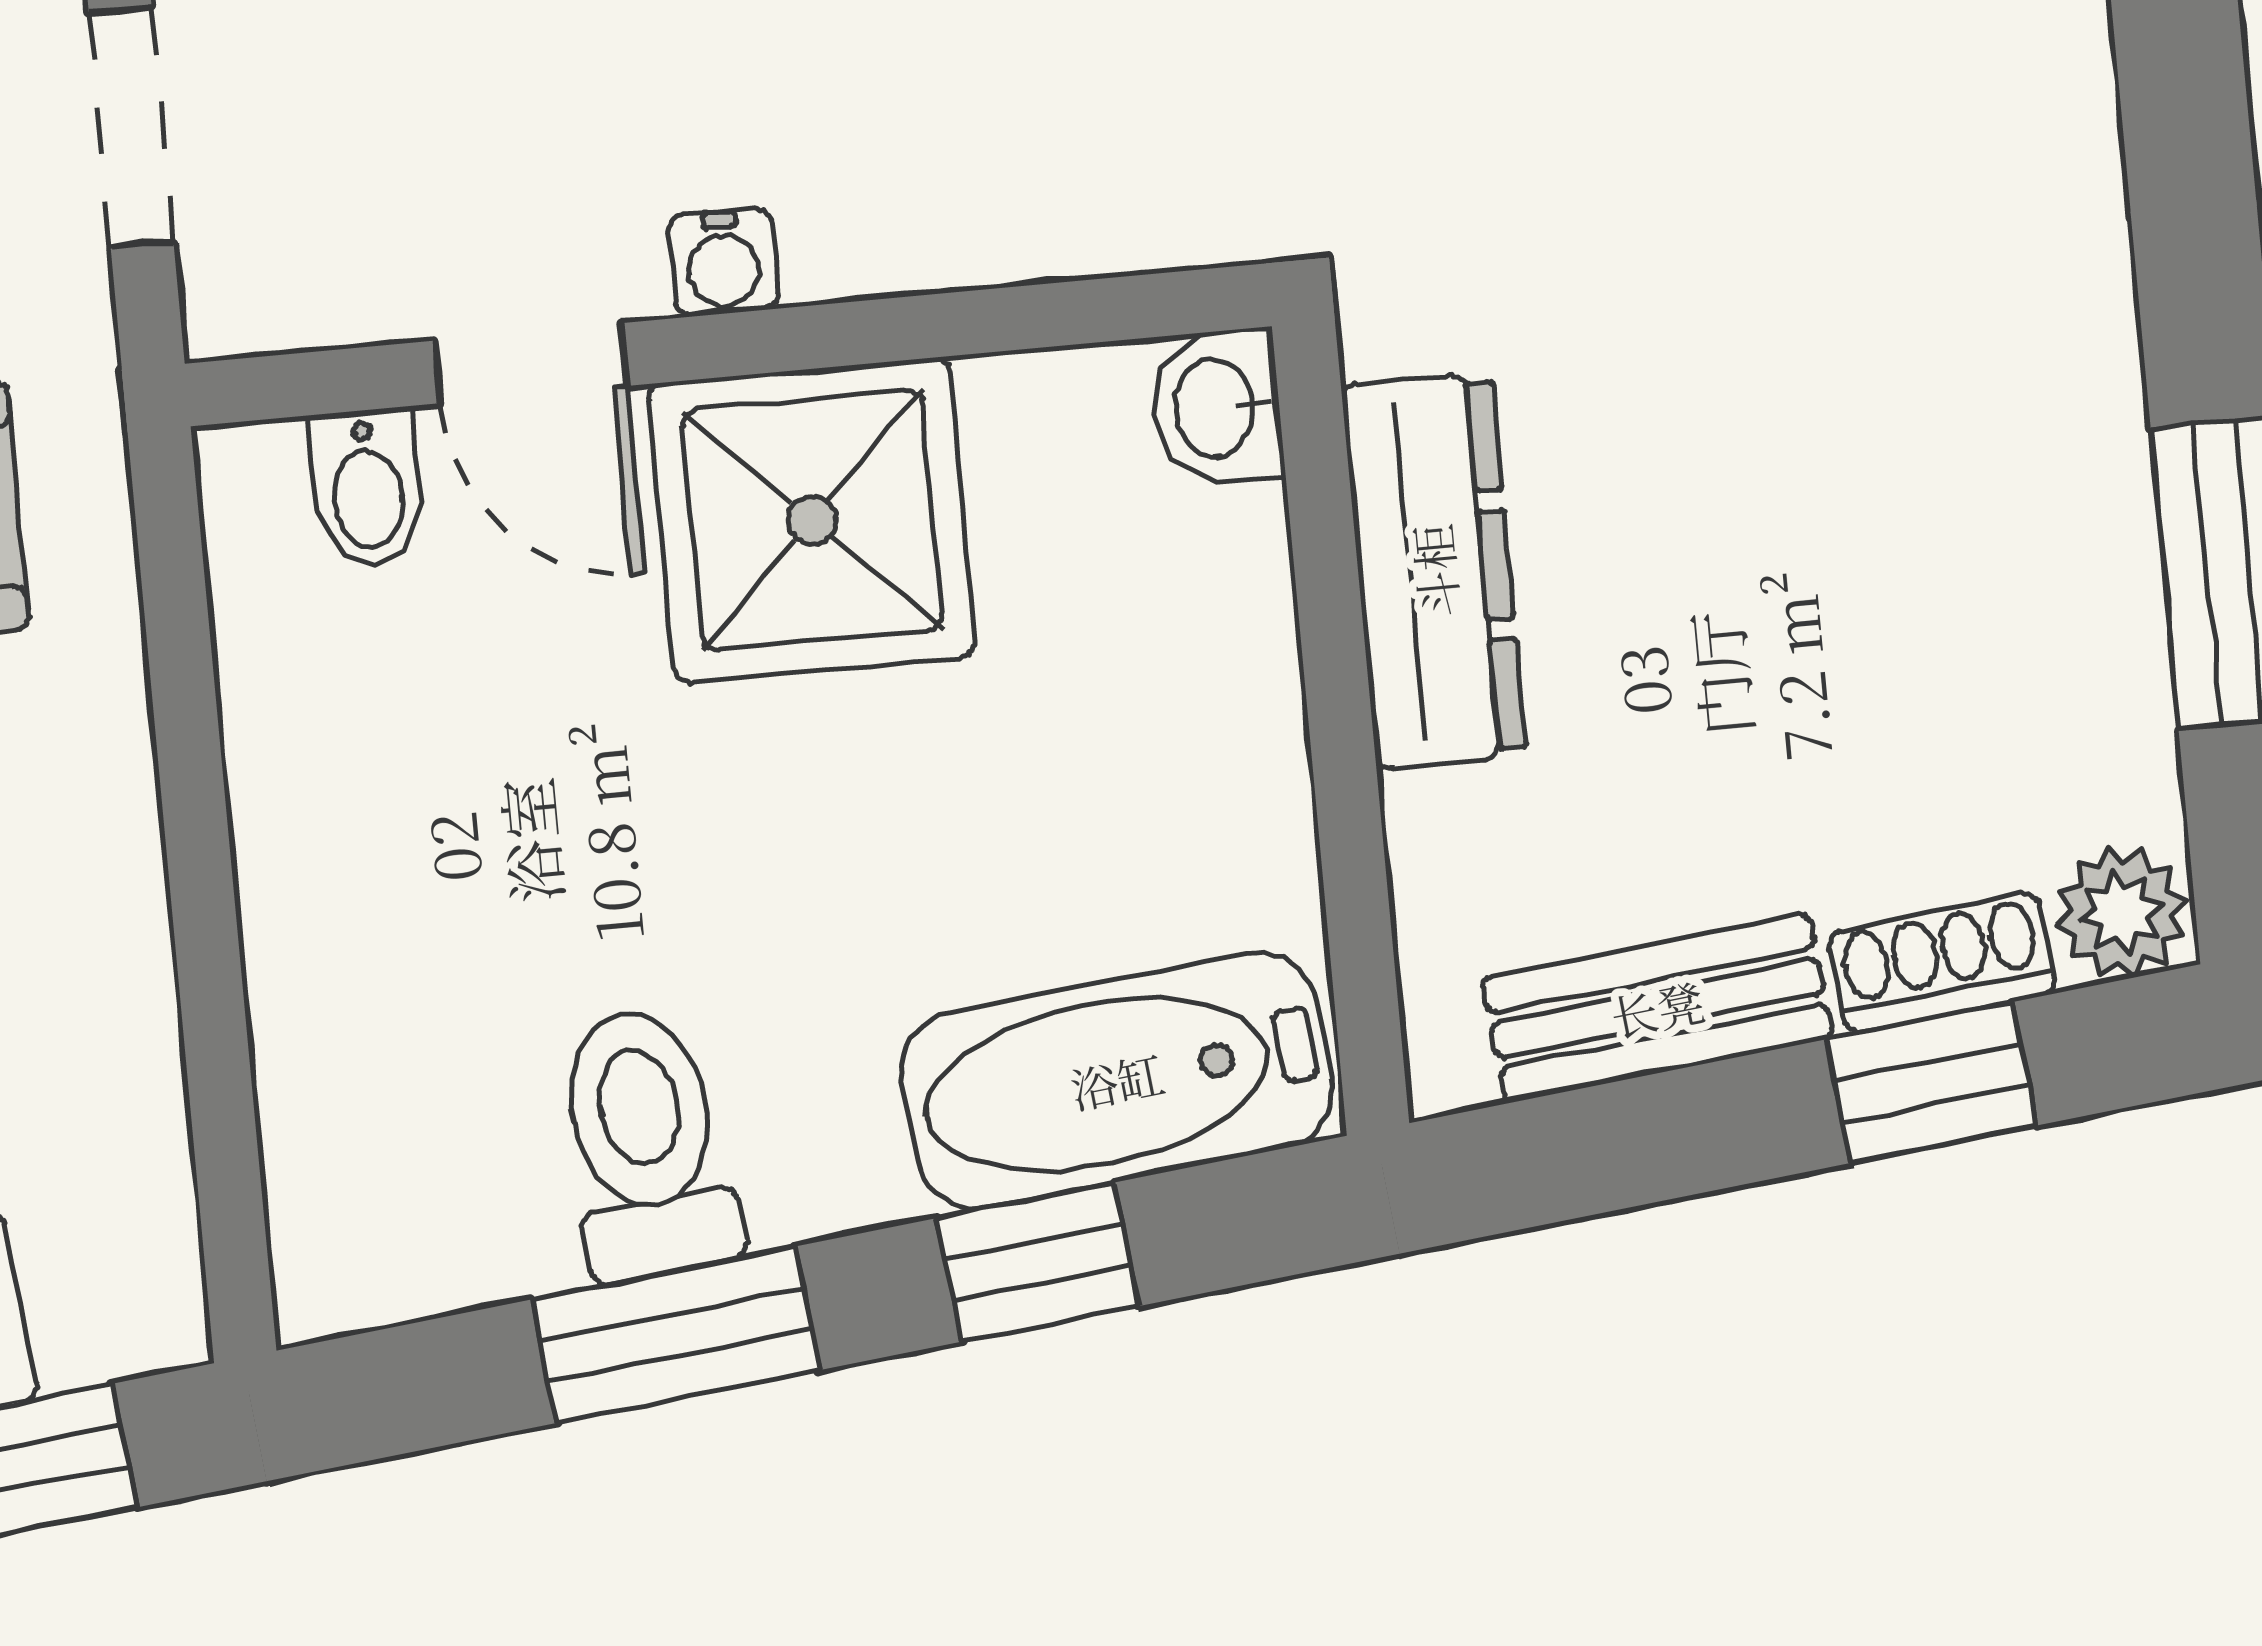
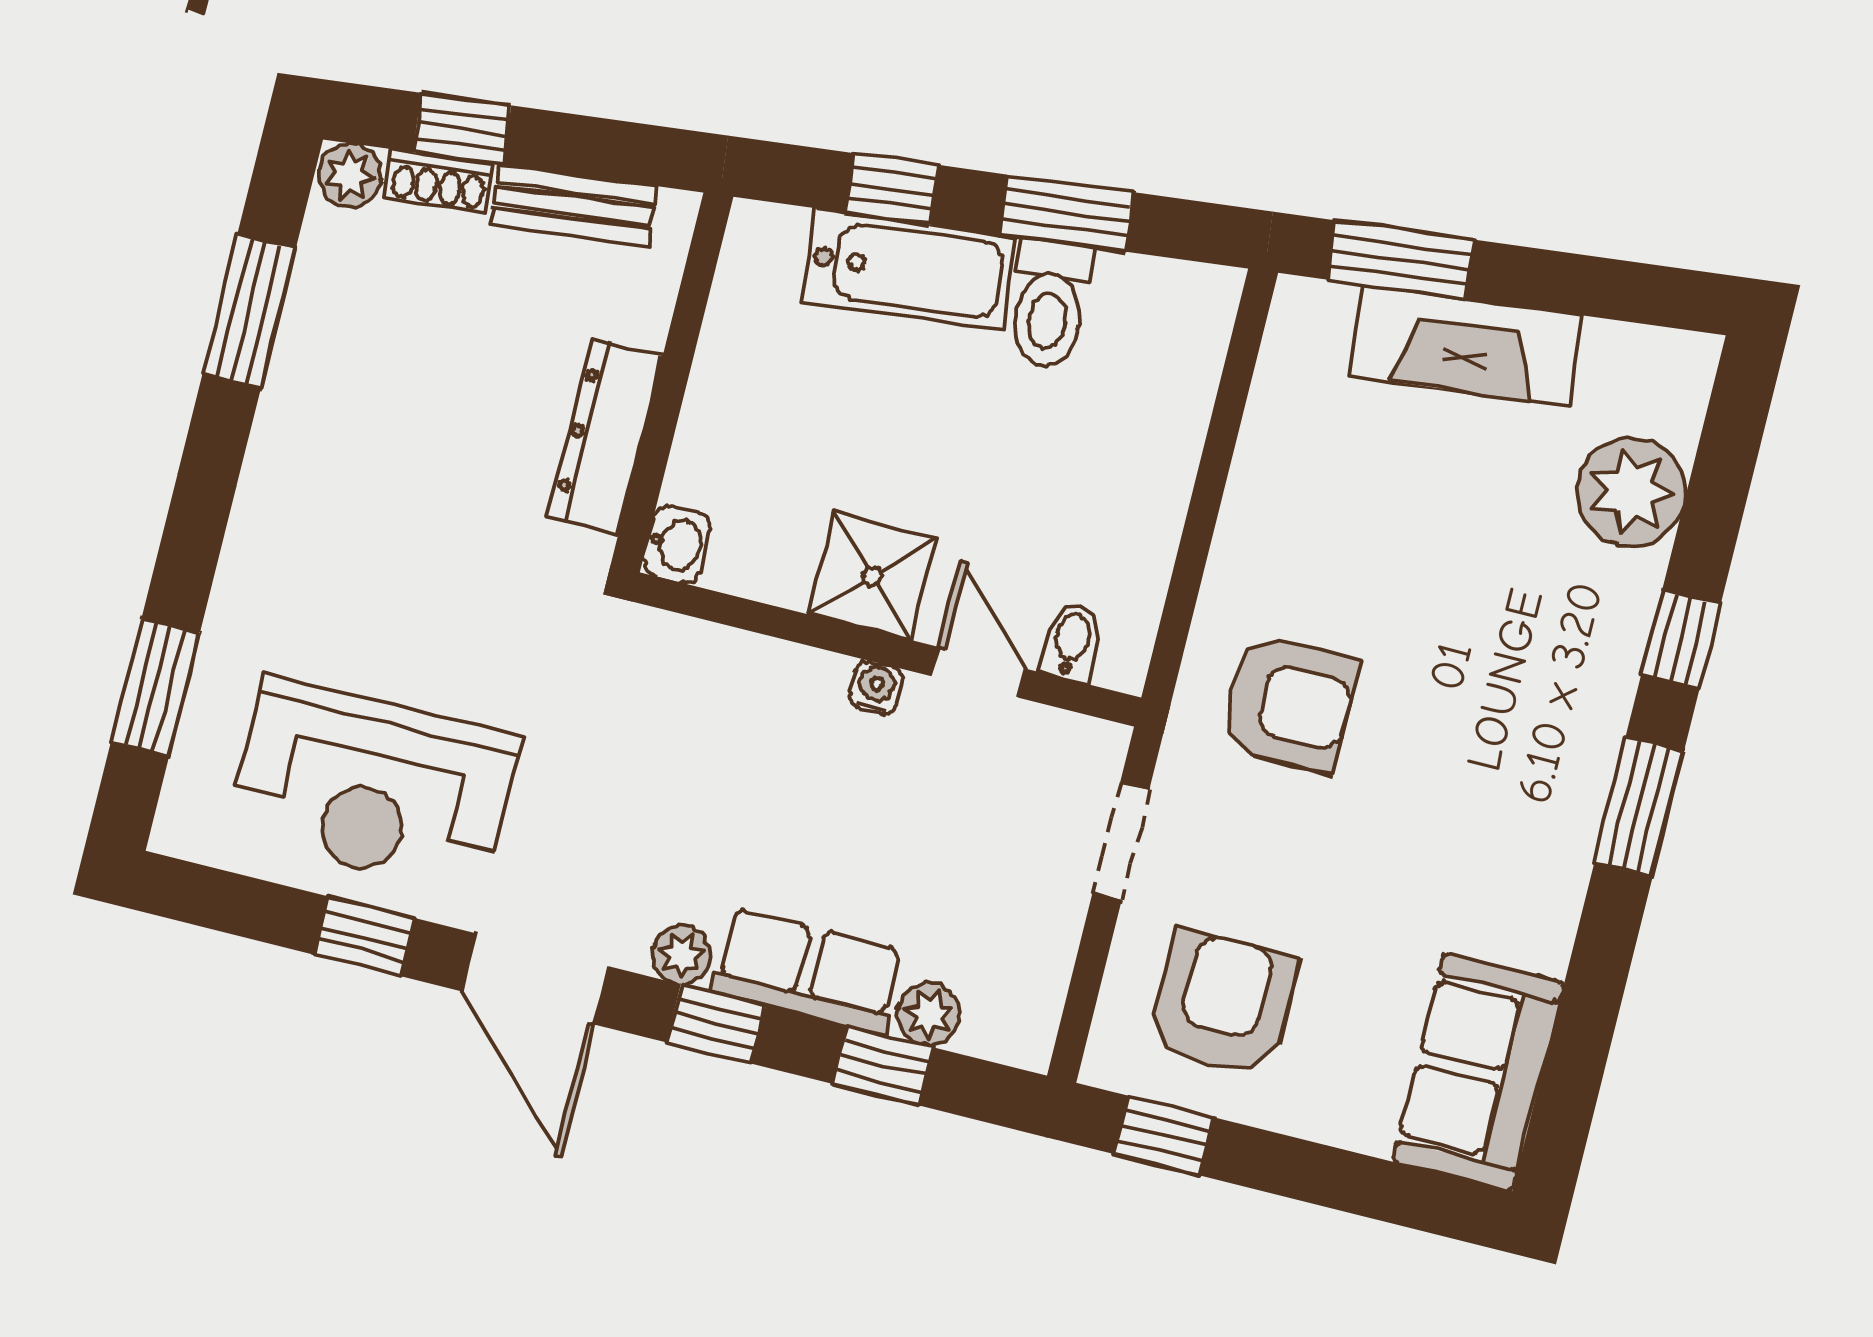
shower: (812, 520) -> (872, 576), width x0.73, depth x0.73
bathtub: (1117, 1080) -> (909, 269), moved

